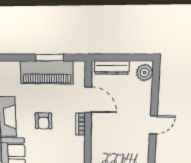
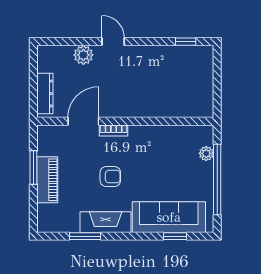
piano: (47, 72) -> (47, 180), width x0.73, depth x0.75
plant: (145, 73) -> (83, 55), moved

